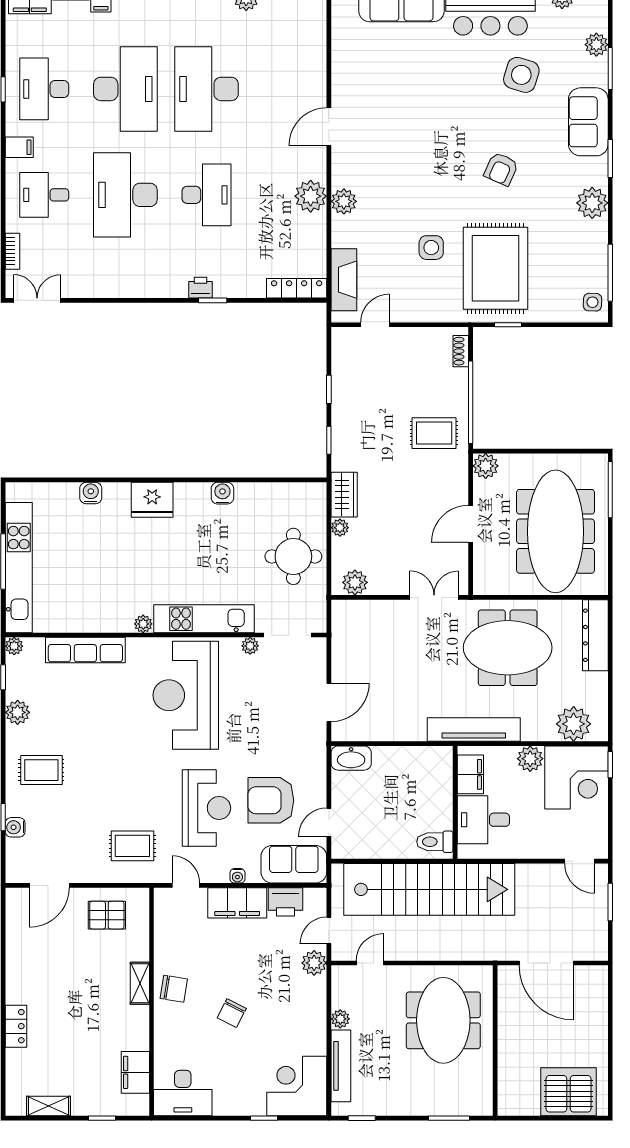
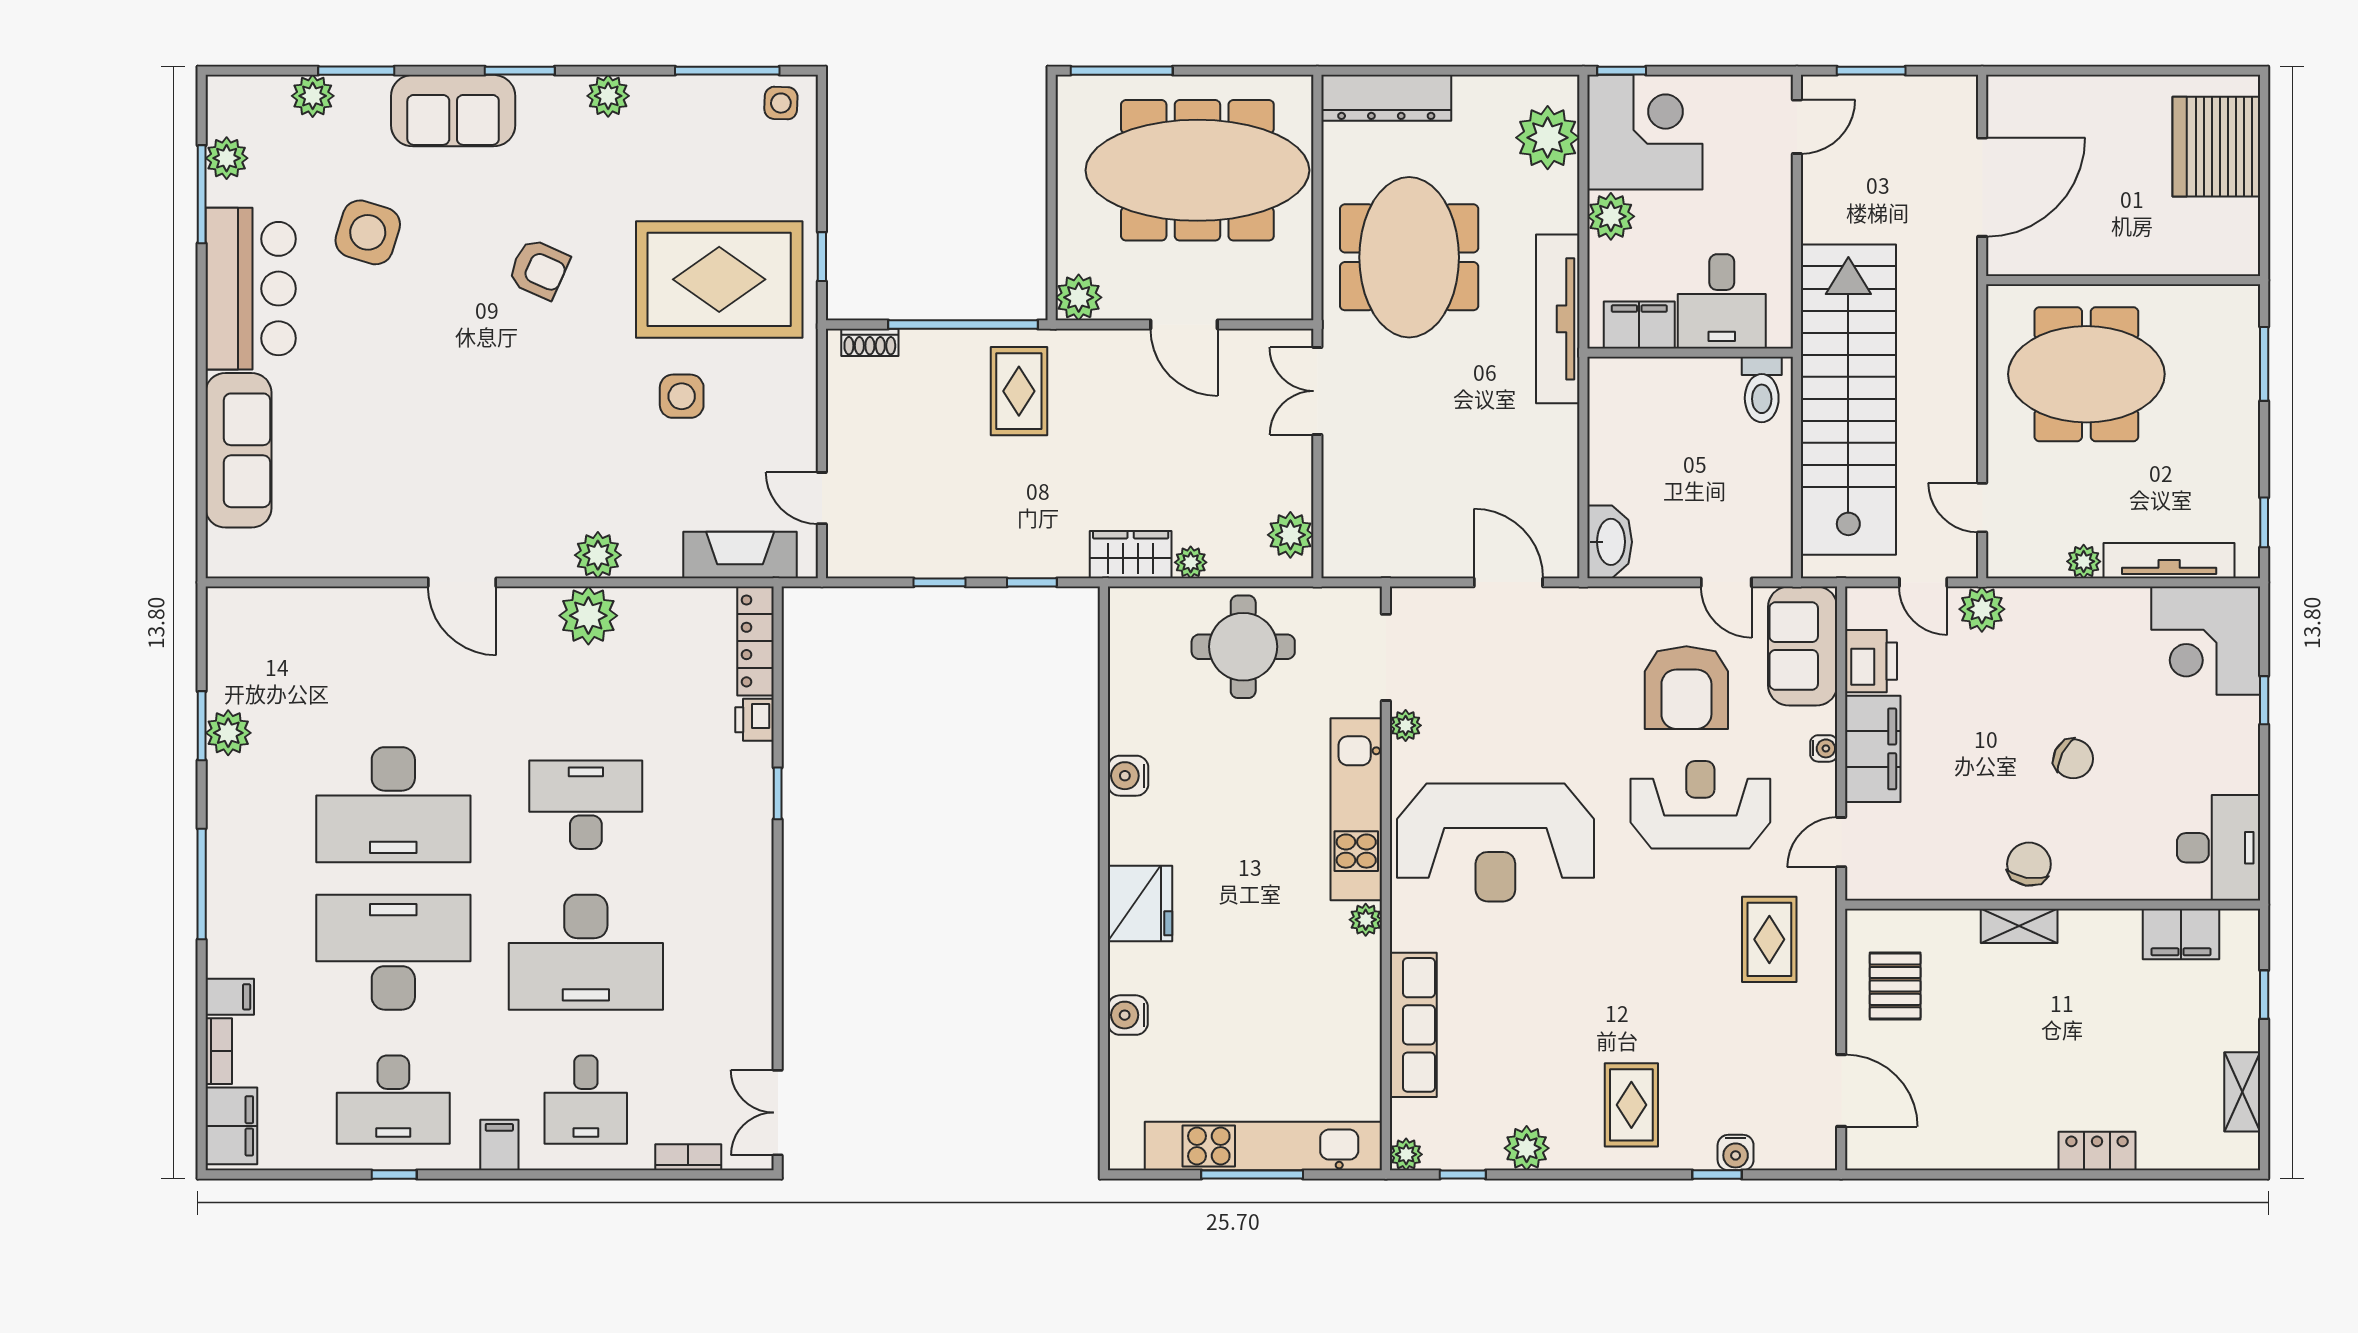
plant: (592, 203) -> (608, 96), width x0.73, depth x0.73
printer: (200, 288) -> (754, 720), moved

